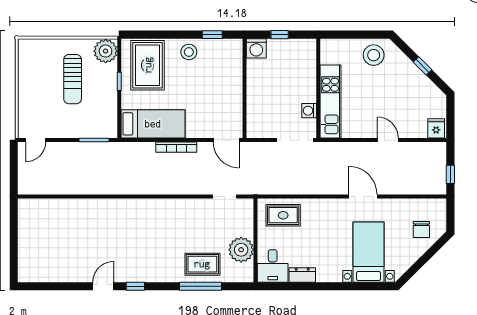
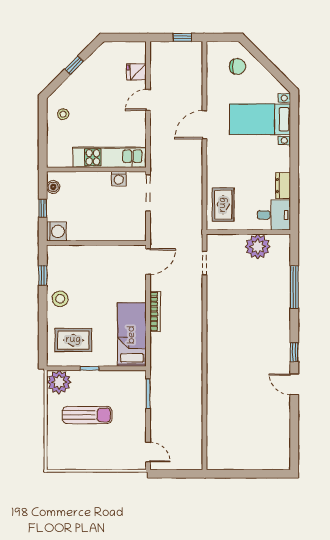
boiler: (301, 45) -> (53, 187), added
stool: (374, 55) -> (63, 114), width x0.53, depth x0.53
rug: (148, 65) -> (73, 340), width x0.73, depth x0.70
fridge: (436, 128) -> (136, 72), moved
rug: (202, 264) -> (272, 285), removed

